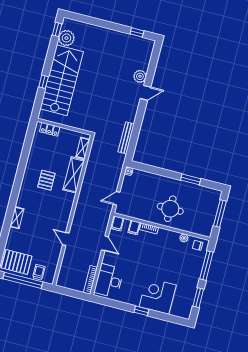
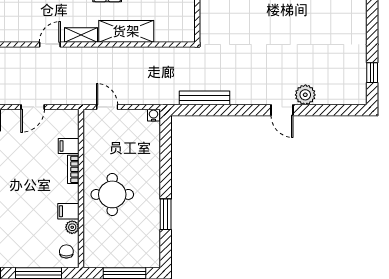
shelving: (83, 148) -> (81, 35), moved
filing cabinet: (117, 223) -> (68, 211), moved
door: (66, 239) -> (50, 44), moved

